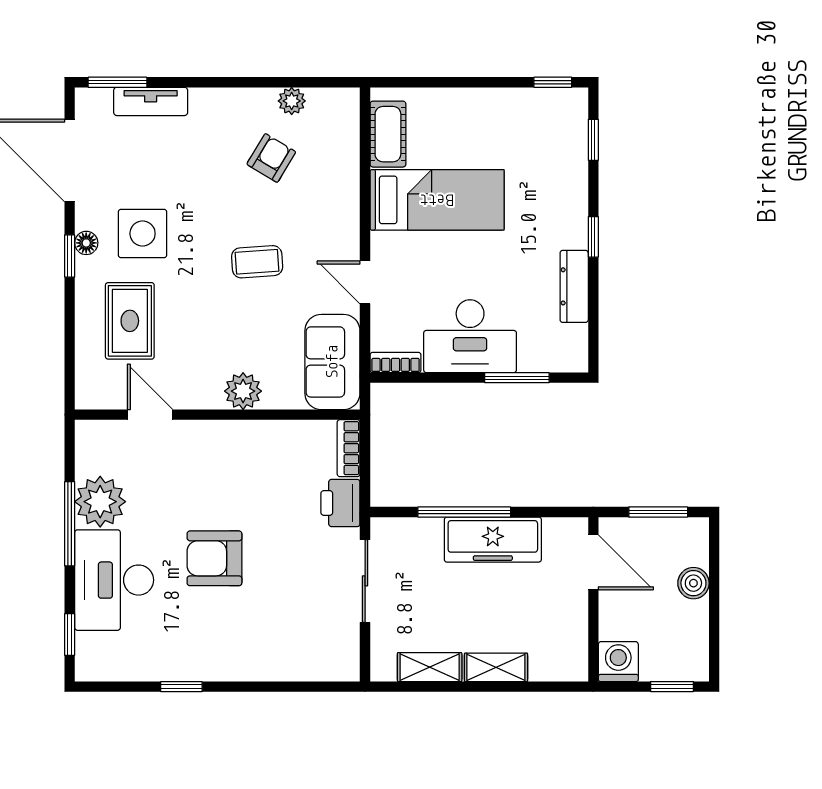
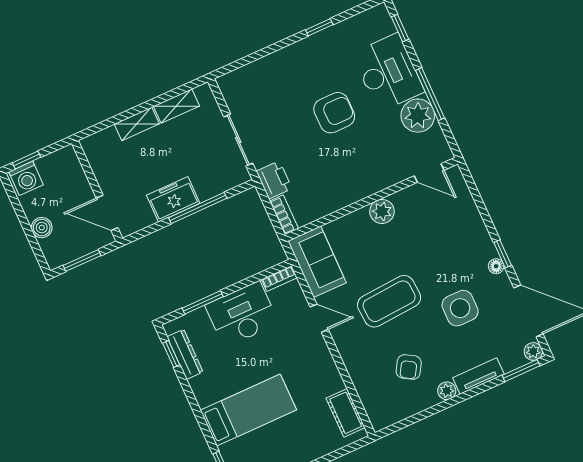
plant: (88, 101) -> (533, 351), added
tv unit: (151, 101) -> (478, 376), moved
plant: (292, 101) -> (447, 391), moved
bed: (437, 200) -> (248, 410), moved, turned 180
side table: (143, 234) -> (460, 308), moved
window: (593, 237) -> (171, 354), moved
coffee table: (257, 262) -> (389, 301), width x1.86, depth x1.72
dresser: (574, 286) -> (185, 354), moved
rug: (130, 321) -> (449, 232), removed
plant: (243, 391) -> (382, 211), moved
door: (150, 415) -> (429, 173), moved
freezer: (493, 540) -> (173, 199), width x0.71
washing machine: (618, 662) -> (26, 178), moved

